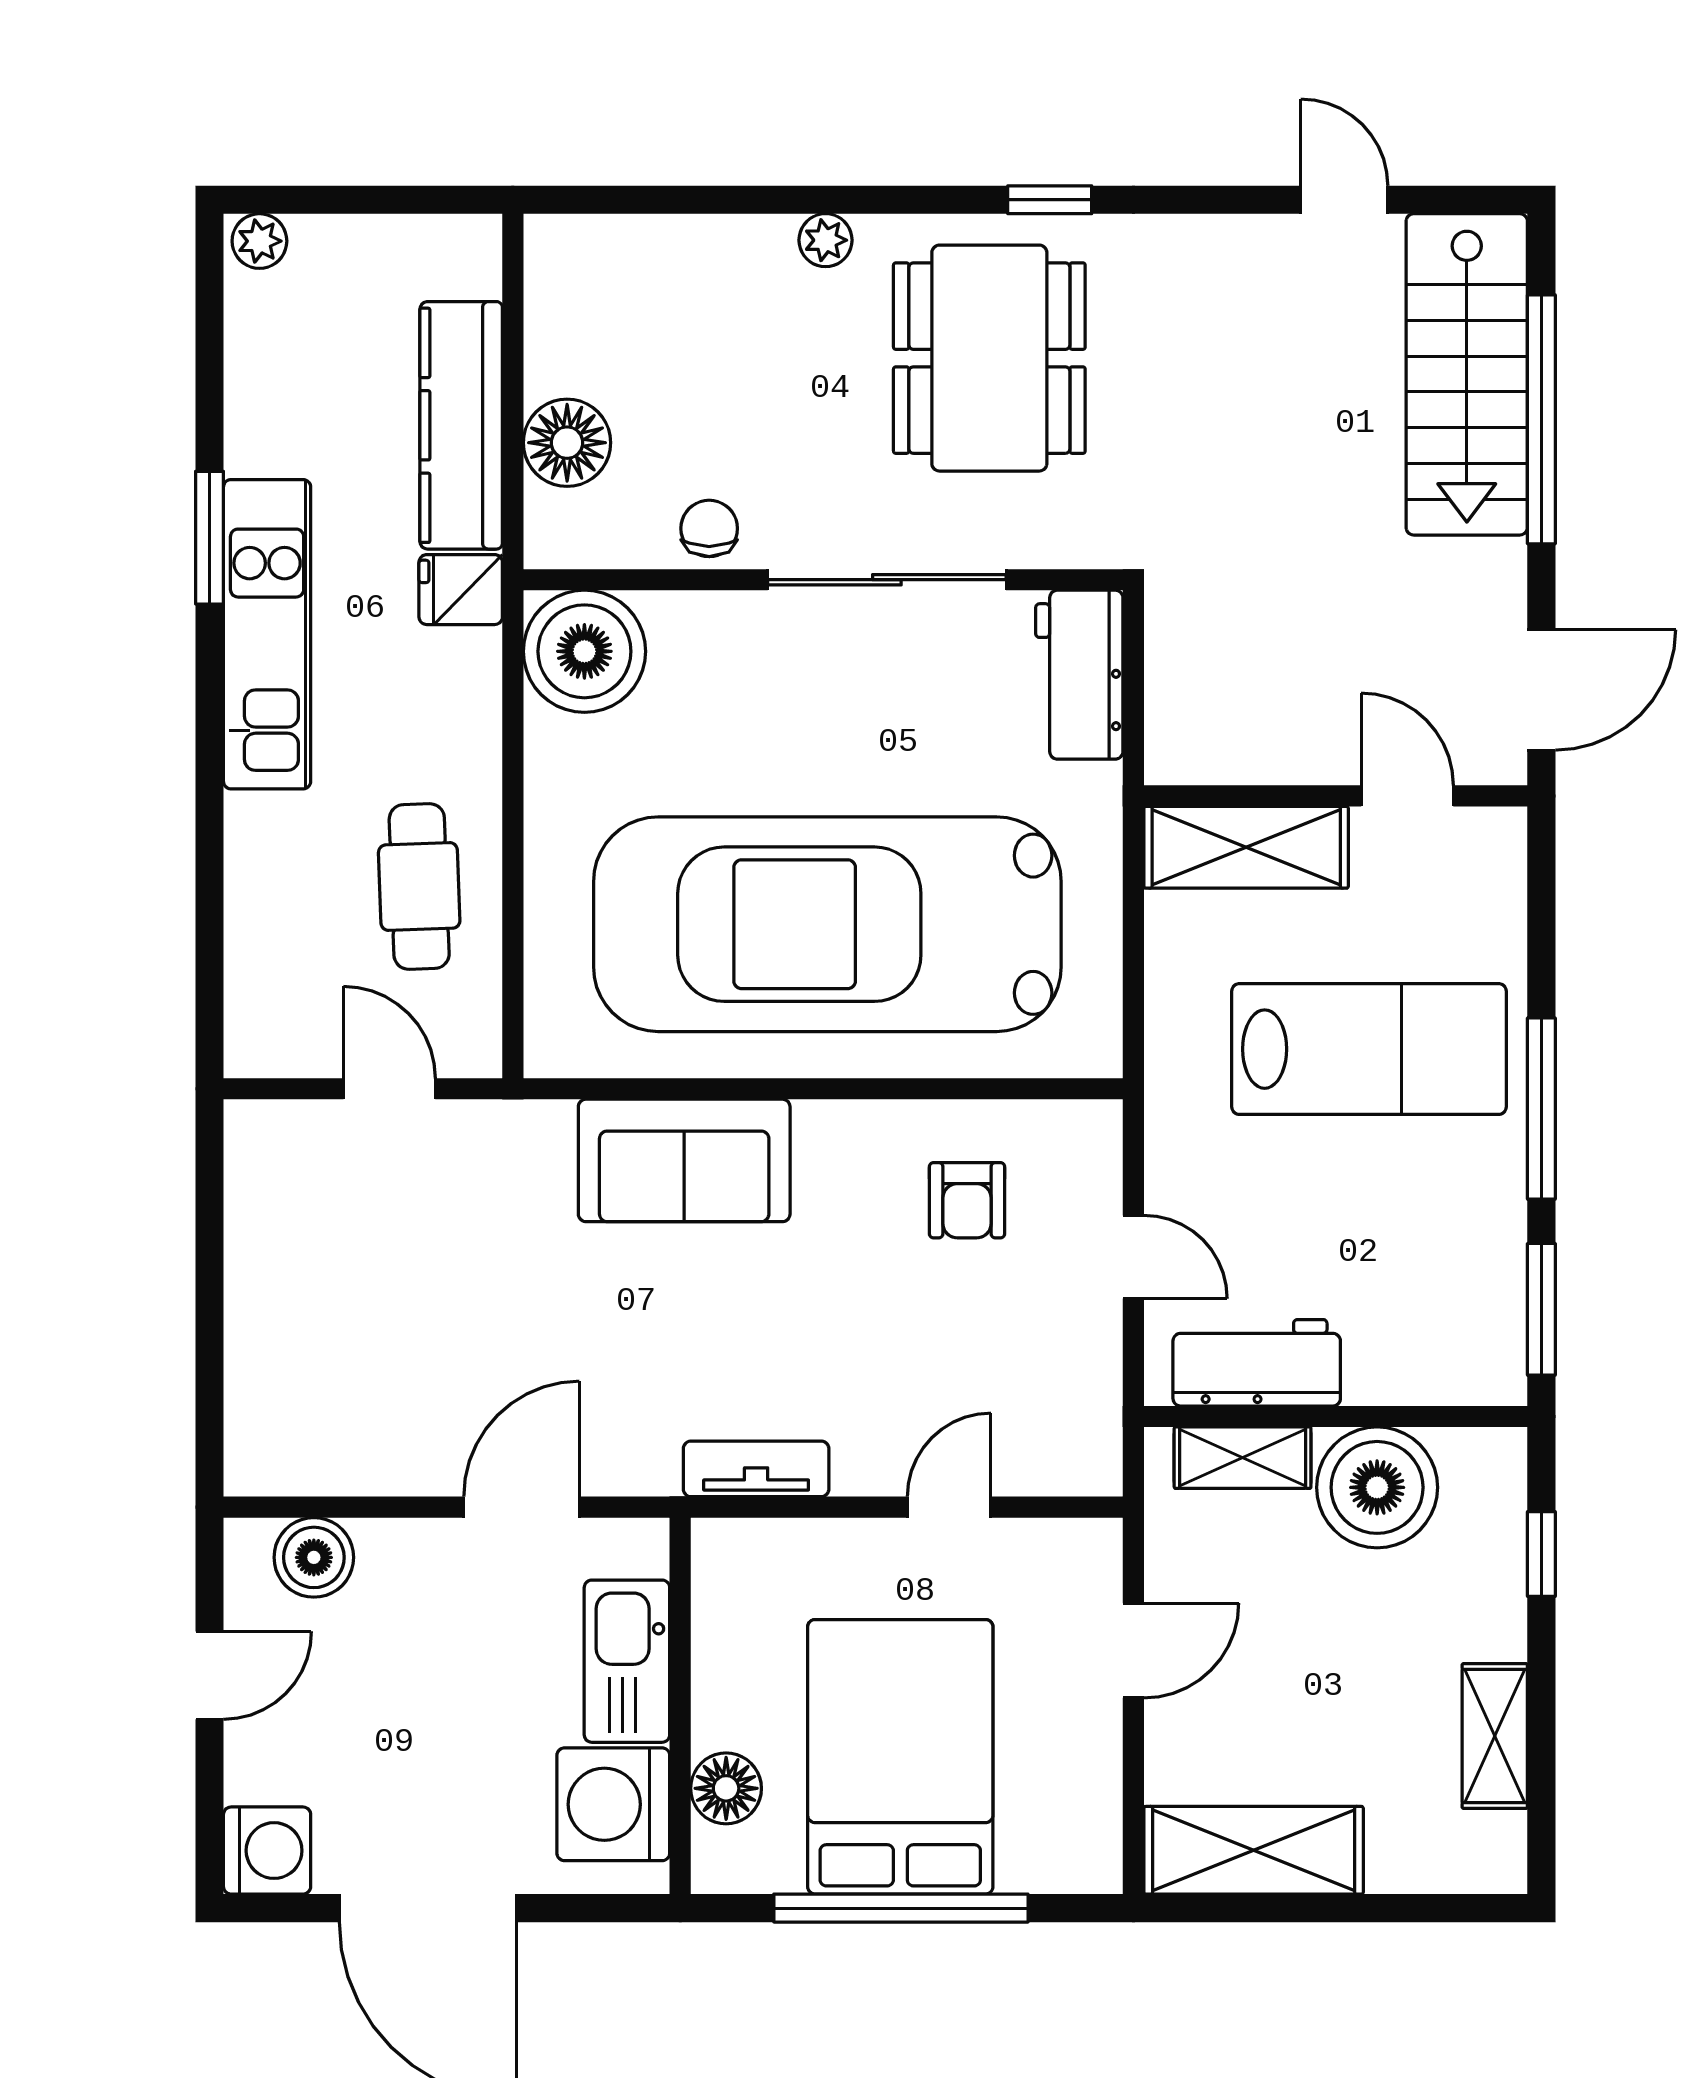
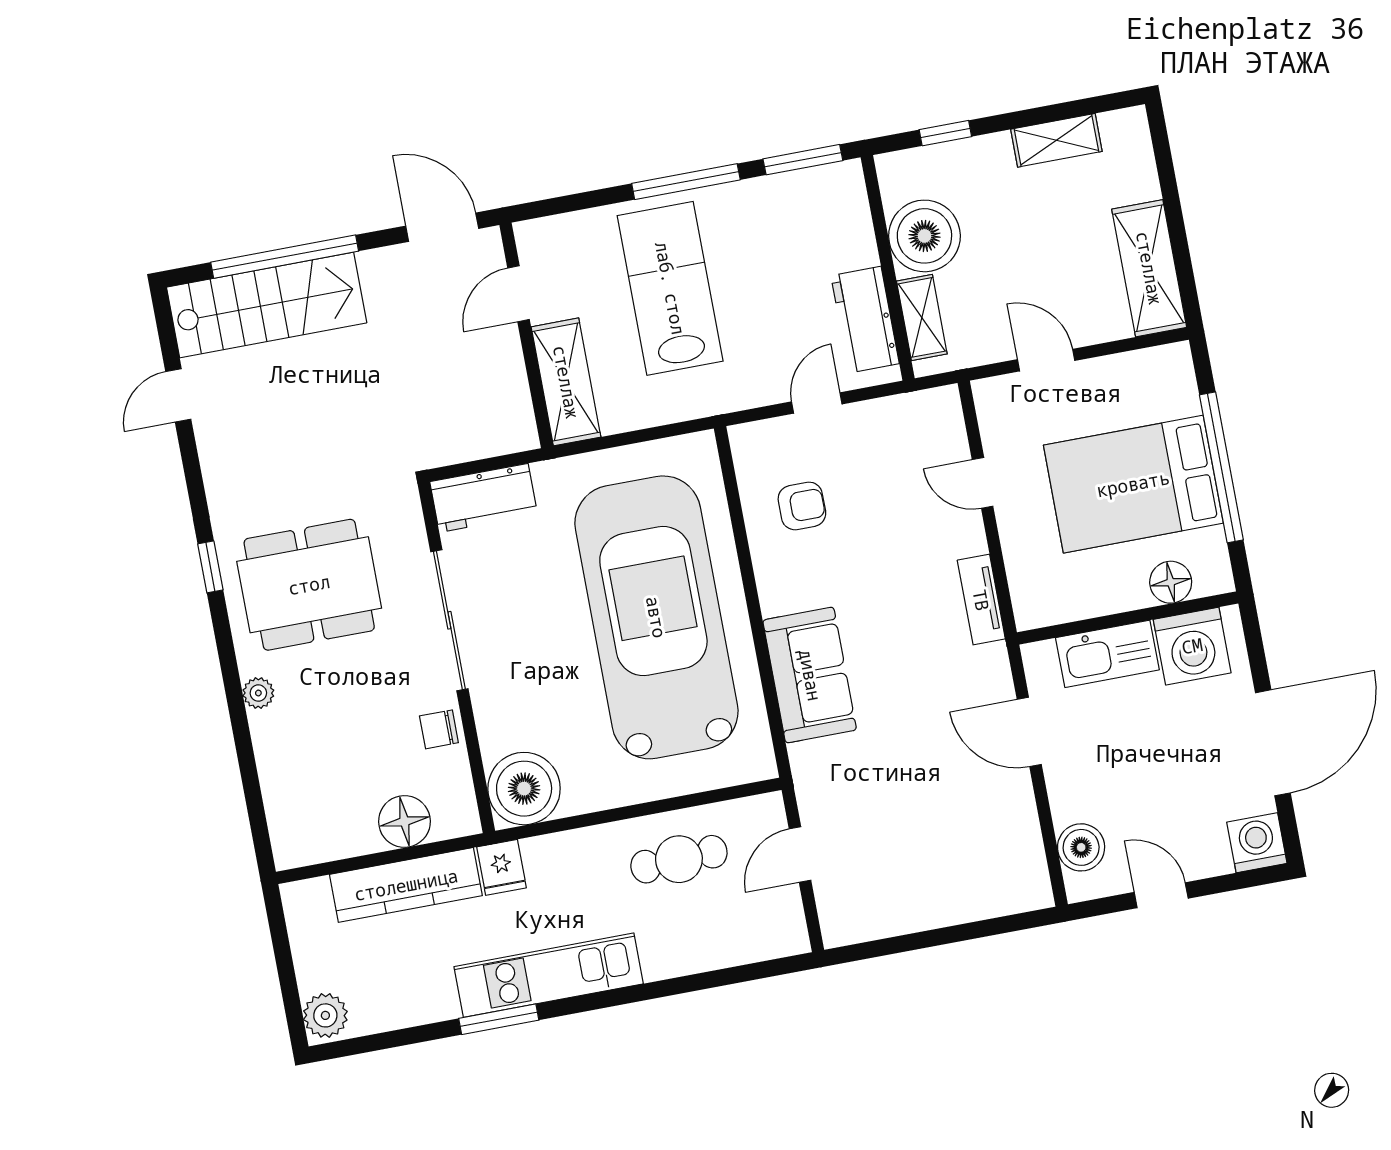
plant: (259, 241) -> (325, 1015), width x1.38, depth x1.38
car: (827, 924) -> (656, 617), turned 180

